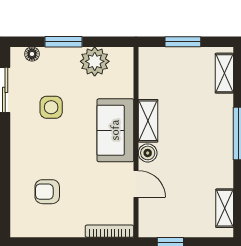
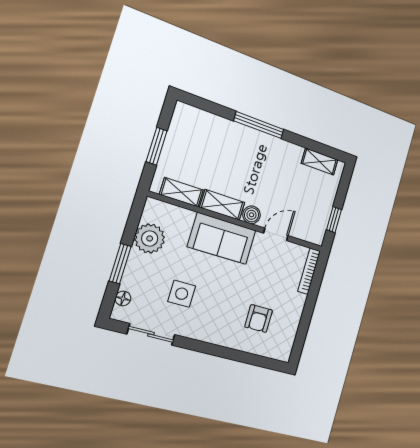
shelving: (224, 73) -> (181, 192), moved

